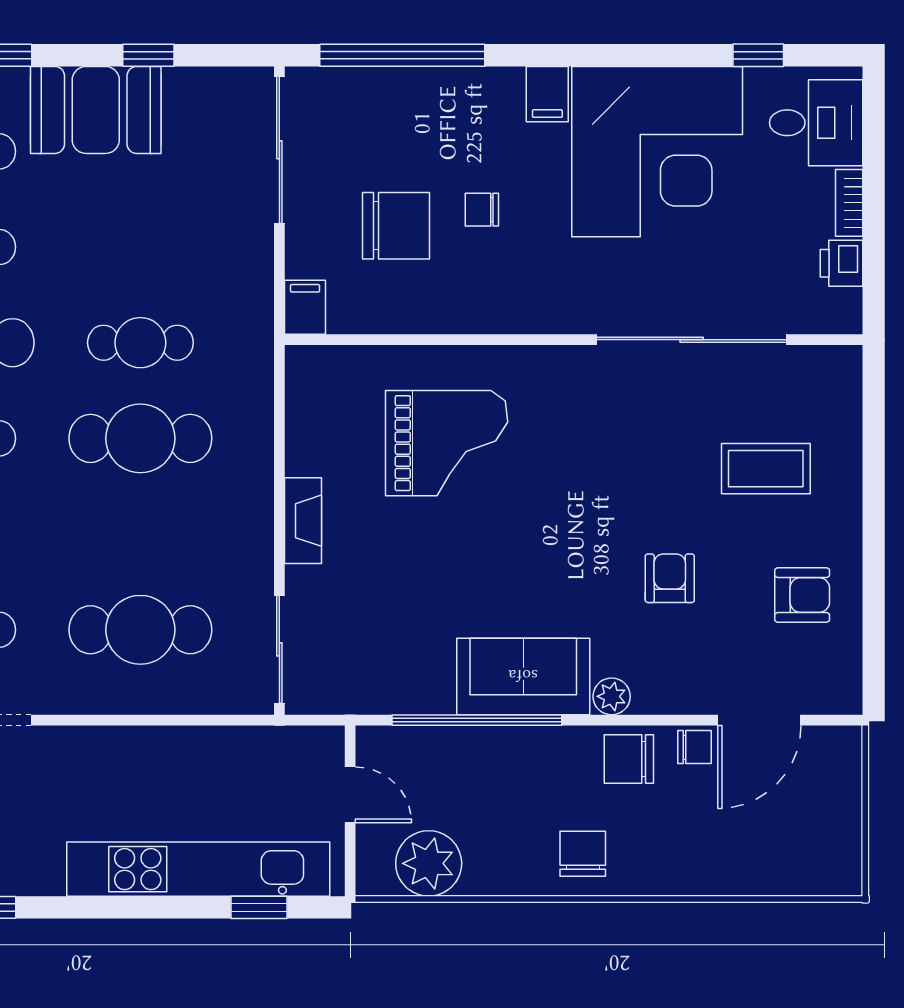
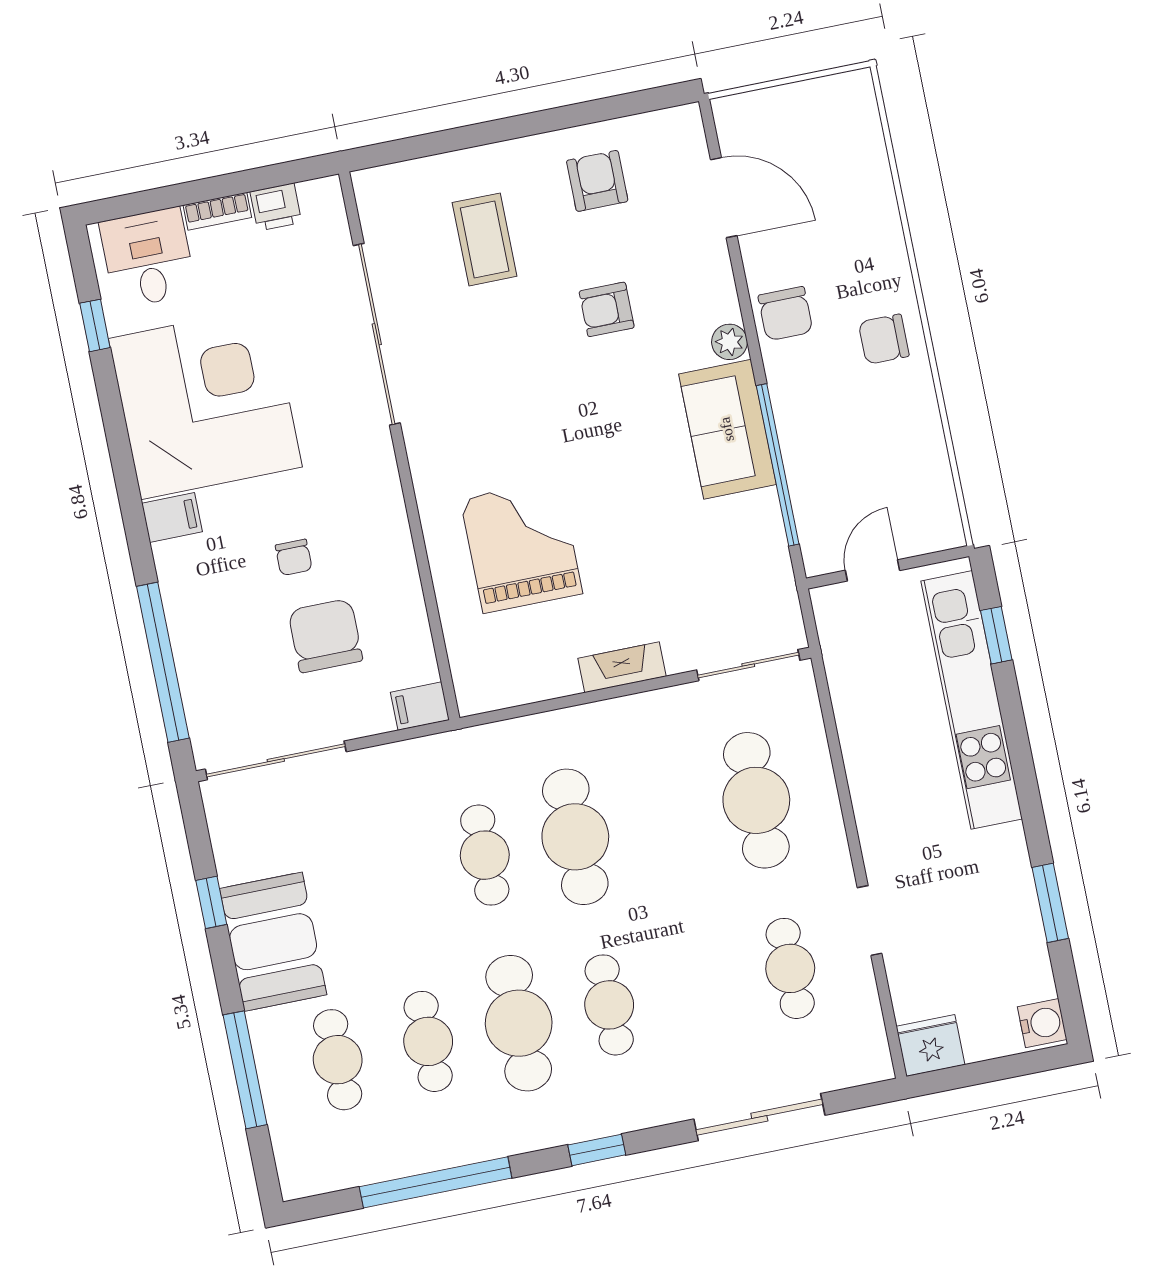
chair: (695, 747) -> (762, 254), removed
plant: (429, 863) -> (922, 483), removed

